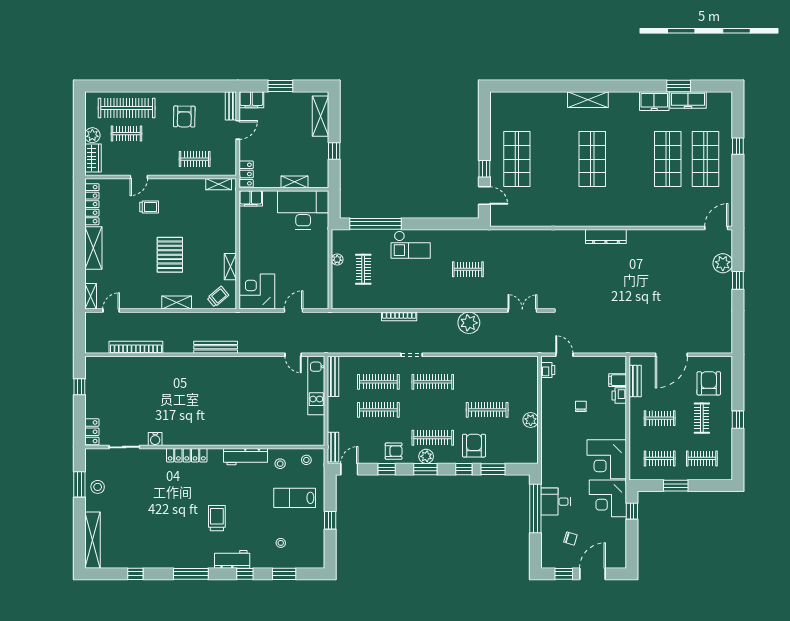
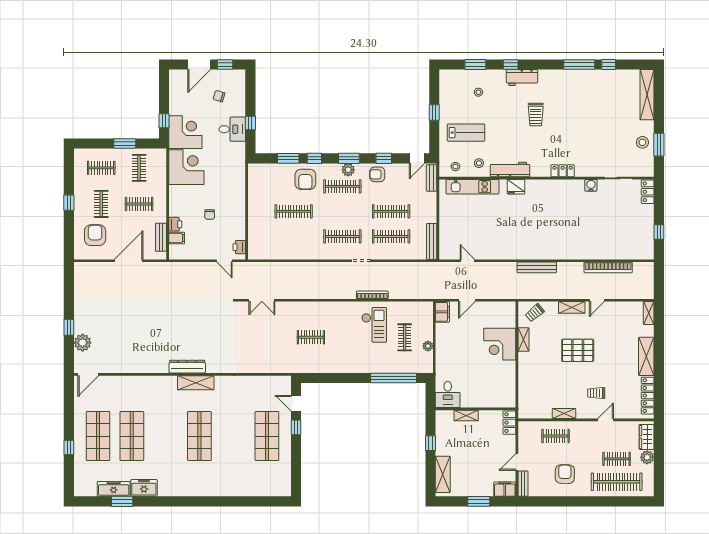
shelving: (588, 100) -> (196, 383), moved
shelving: (219, 184) -> (564, 414), moved
filing cabinet: (251, 198) -> (442, 312), moved, turned 90
desk: (303, 210) -> (448, 394), width x0.53, depth x0.77
checkout: (411, 245) -> (374, 325), moved, turned 90
pallet: (170, 255) -> (578, 350), turned 90
corner desk: (257, 291) -> (500, 344), moved, turned 90
door: (111, 311) -> (597, 300), moved
plant: (469, 323) -> (310, 289), removed
armchair: (709, 383) -> (95, 235), turned 180
kitchen unit: (316, 386) -> (473, 187), moved, turned 90
plant: (531, 420) -> (255, 202), removed
fridge: (239, 437) -> (516, 187), added
locker: (187, 455) -> (563, 171), width x0.66
clothes rail: (660, 458) -> (139, 168), turned 90
window: (535, 508) -> (250, 123), width x0.32
window: (191, 574) -> (579, 65), moved

